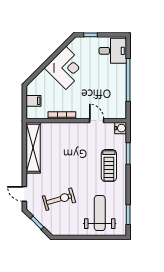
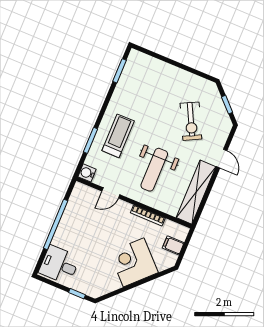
corner desk: (66, 68) -> (134, 262), moved
door: (97, 121) -> (111, 193), hinge flipped
door: (24, 194) -> (222, 159), moved
exercise bike: (59, 199) -> (191, 121), turned -101
weight bench: (100, 213) -> (154, 170), moved

